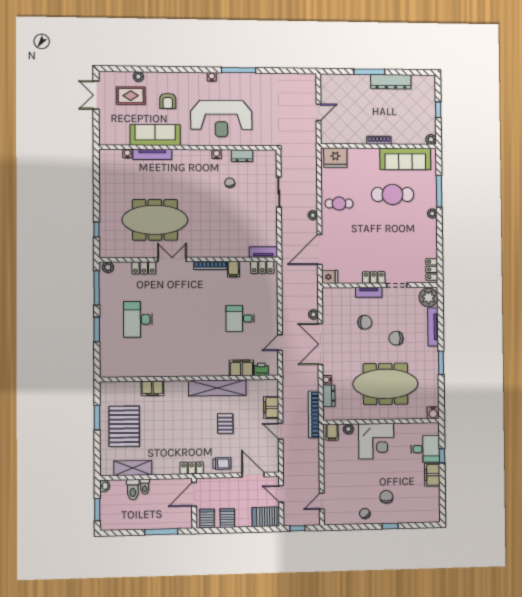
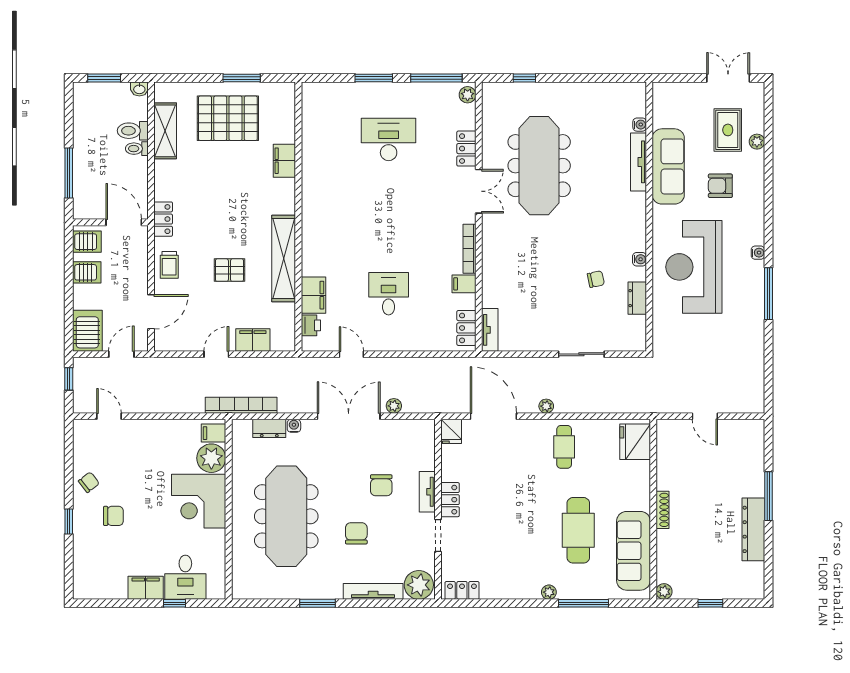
water cooler: (433, 413) -> (241, 590), removed
plant: (348, 429) -> (211, 458), width x1.87, depth x1.87

